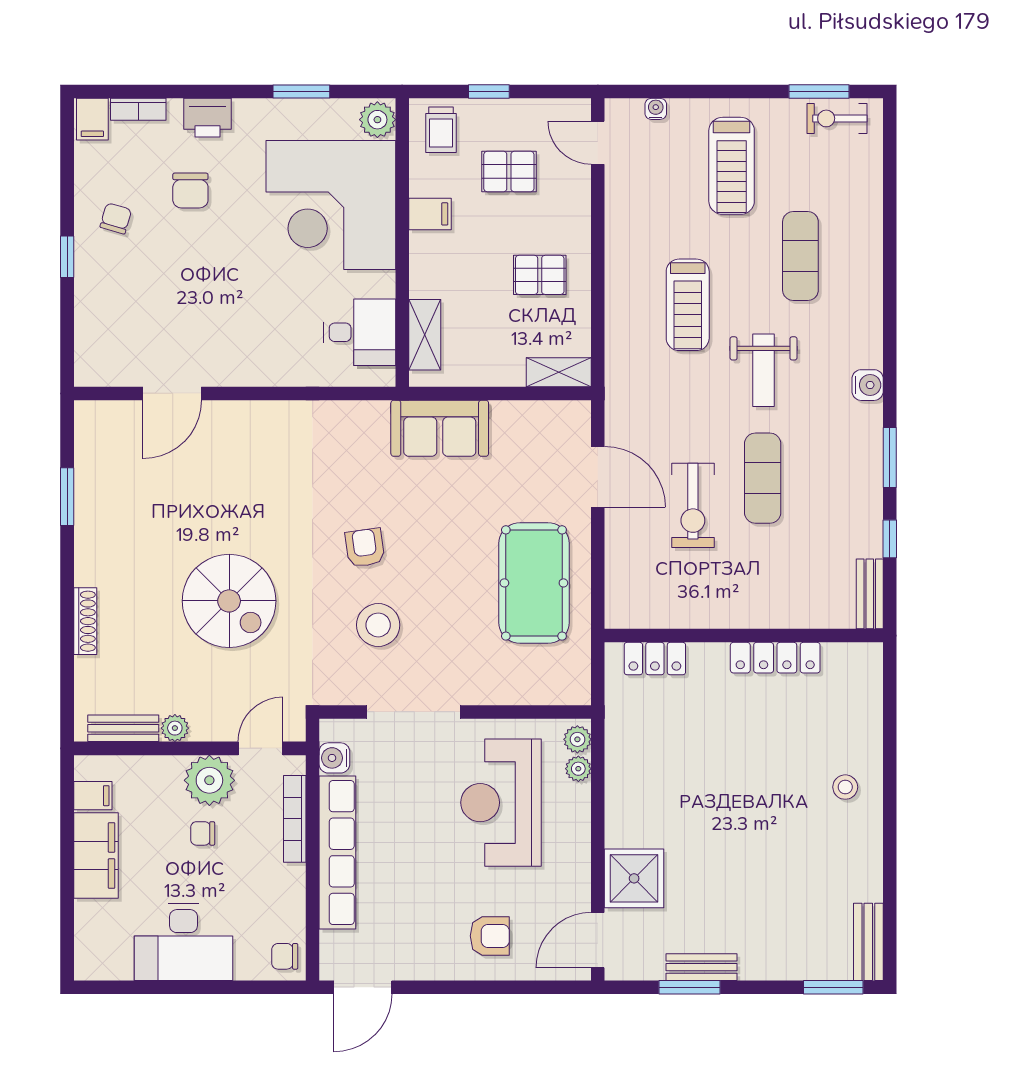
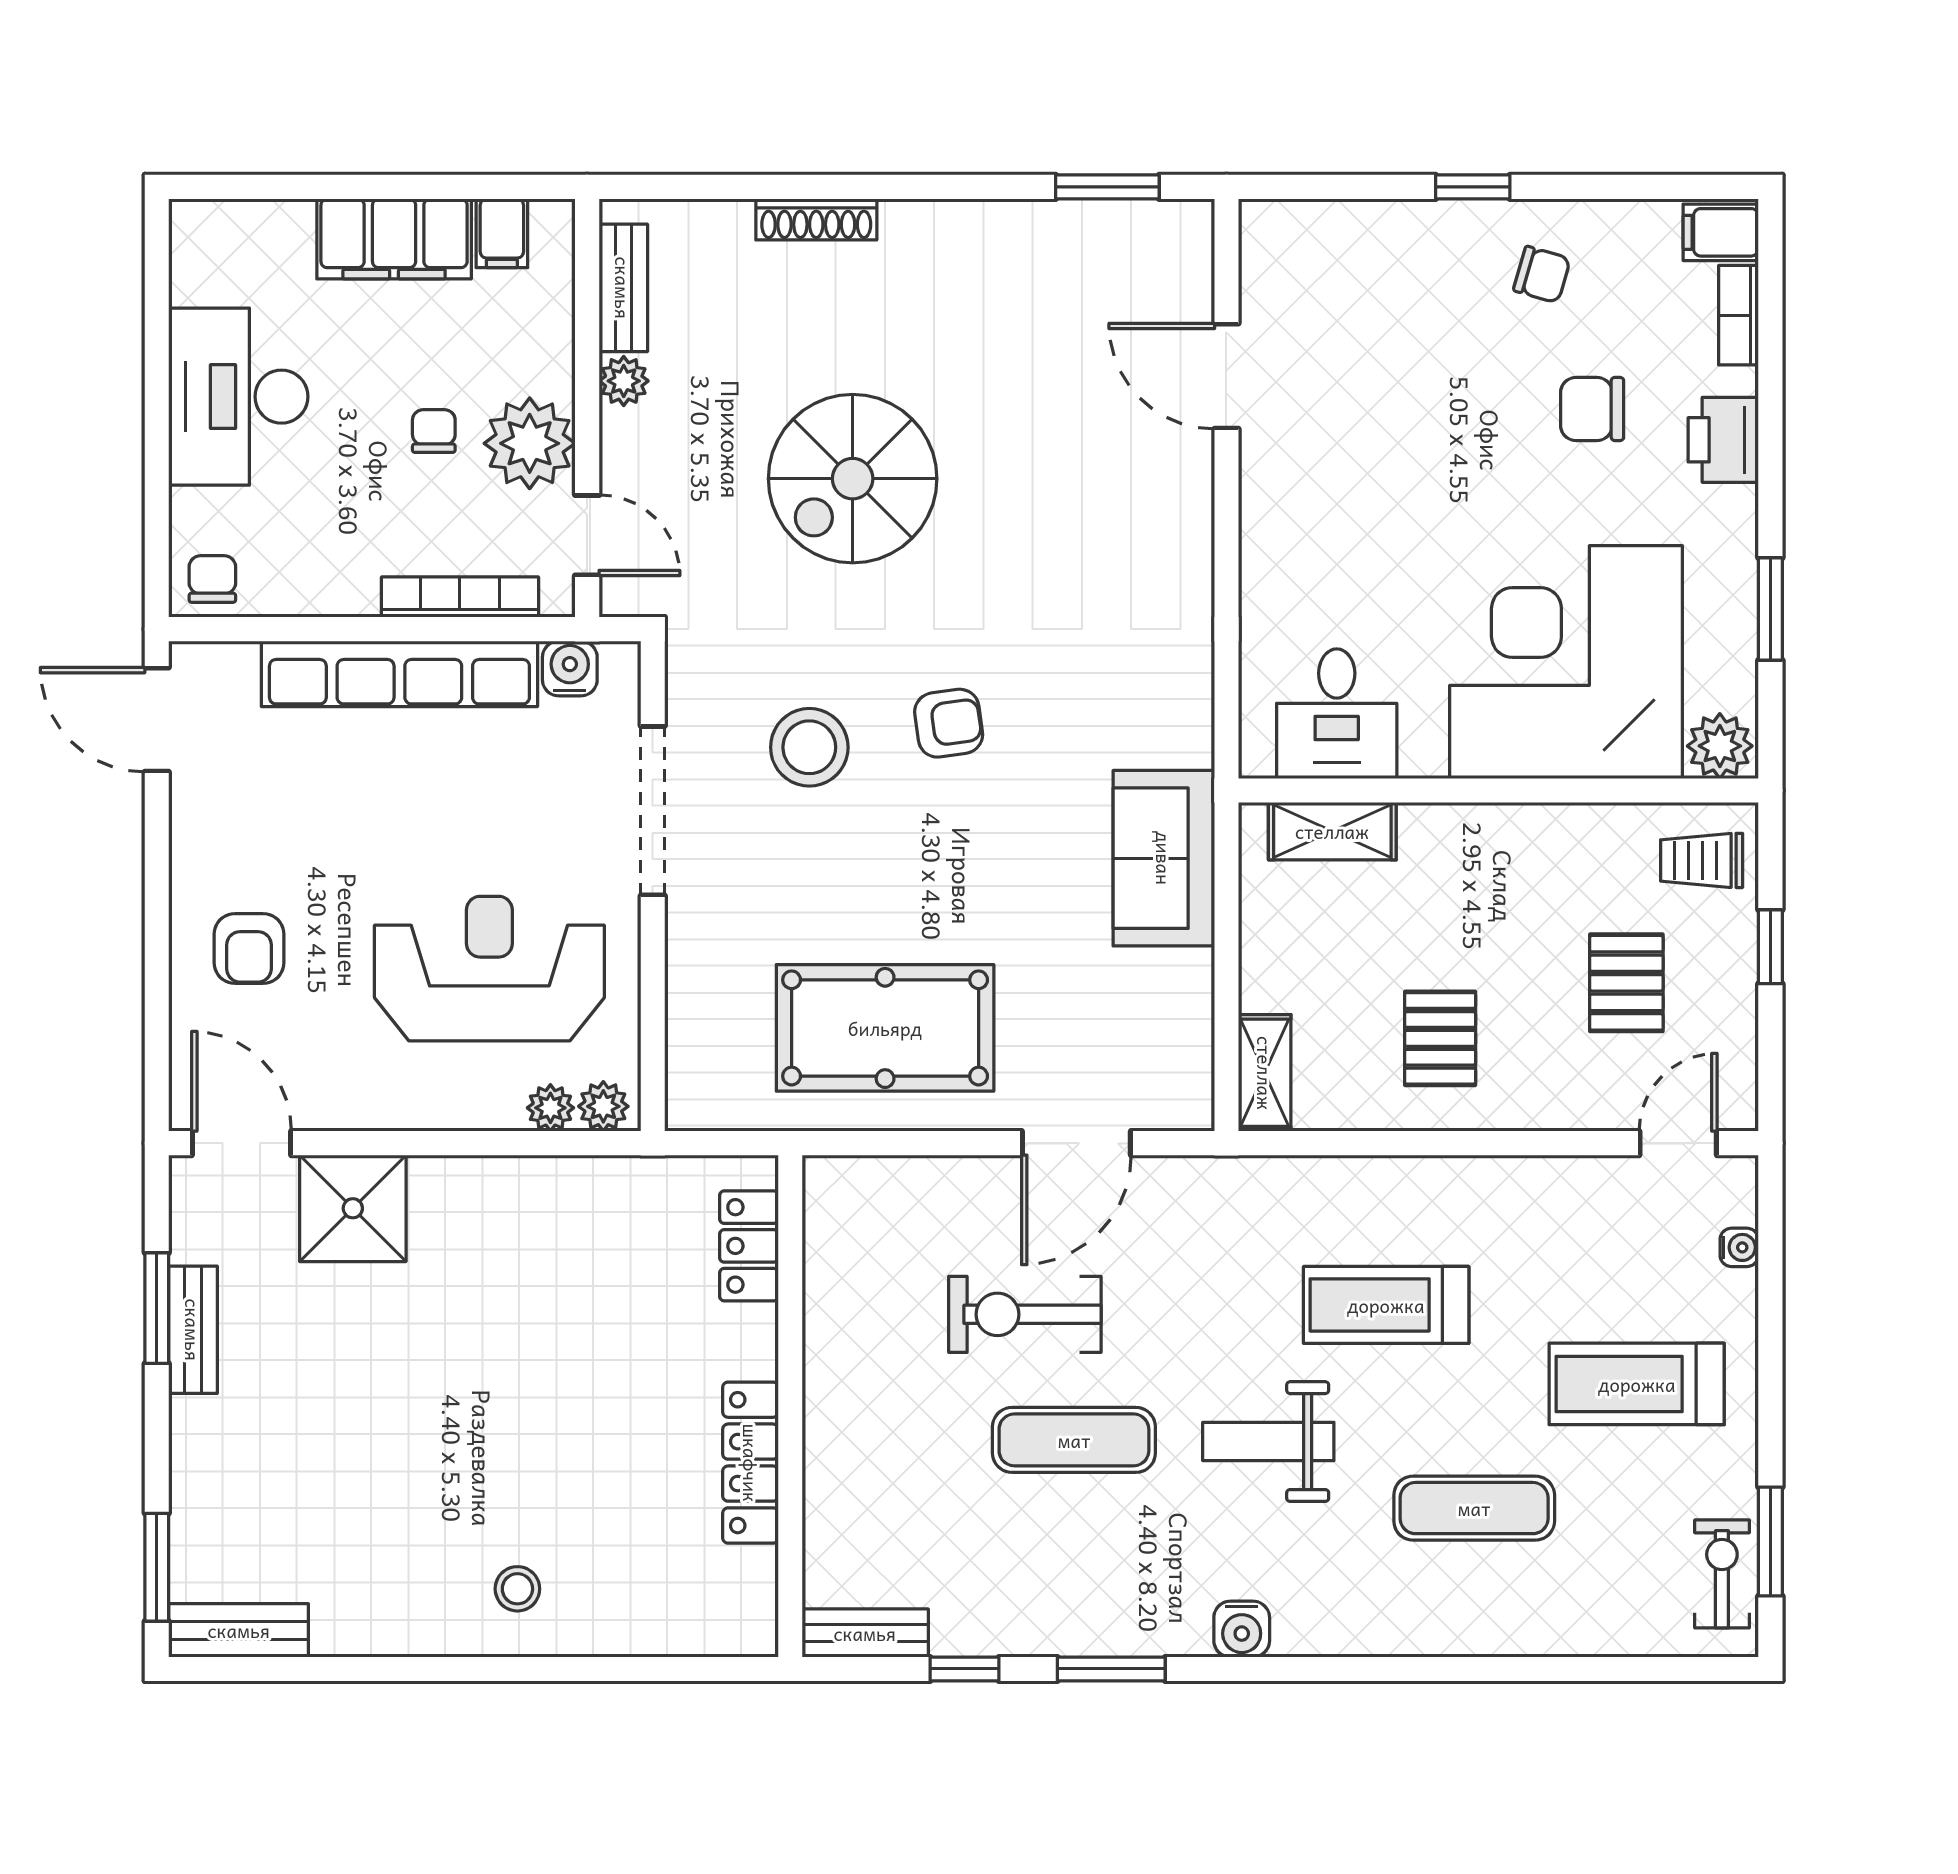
filing cabinet: (430, 214) -> (1550, 841), removed
window: (67, 497) -> (1107, 187), moved

